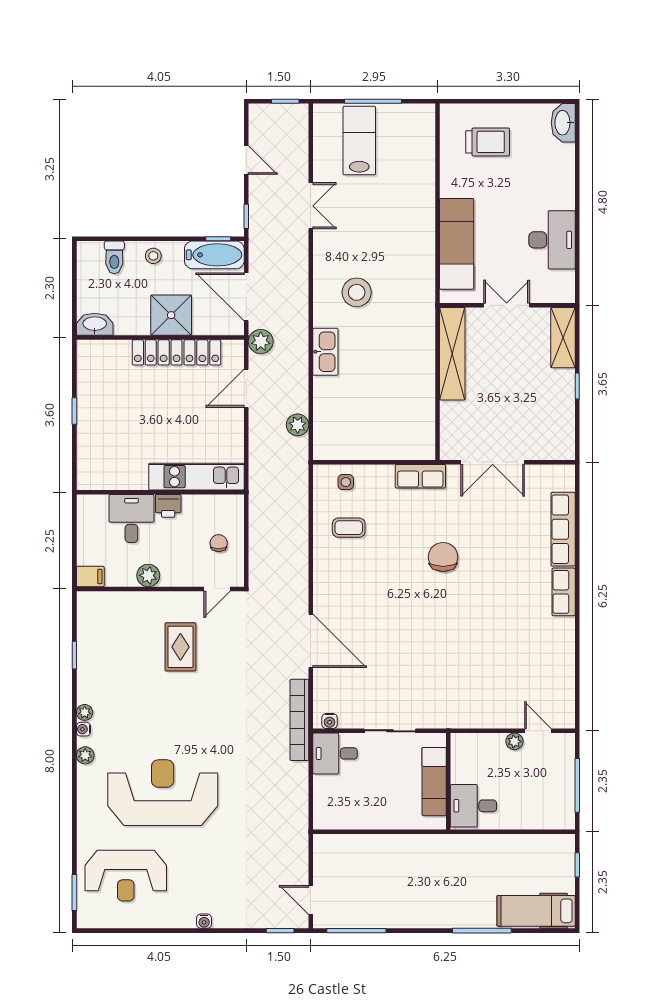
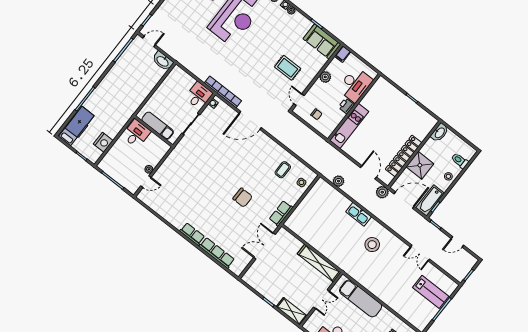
desk: (131, 518) -> (355, 85), width x1.37
sofa: (96, 625) -> (322, 42), added
nightstand: (528, 848) -> (103, 142), added
washbasin: (325, 854) -> (163, 61), added

